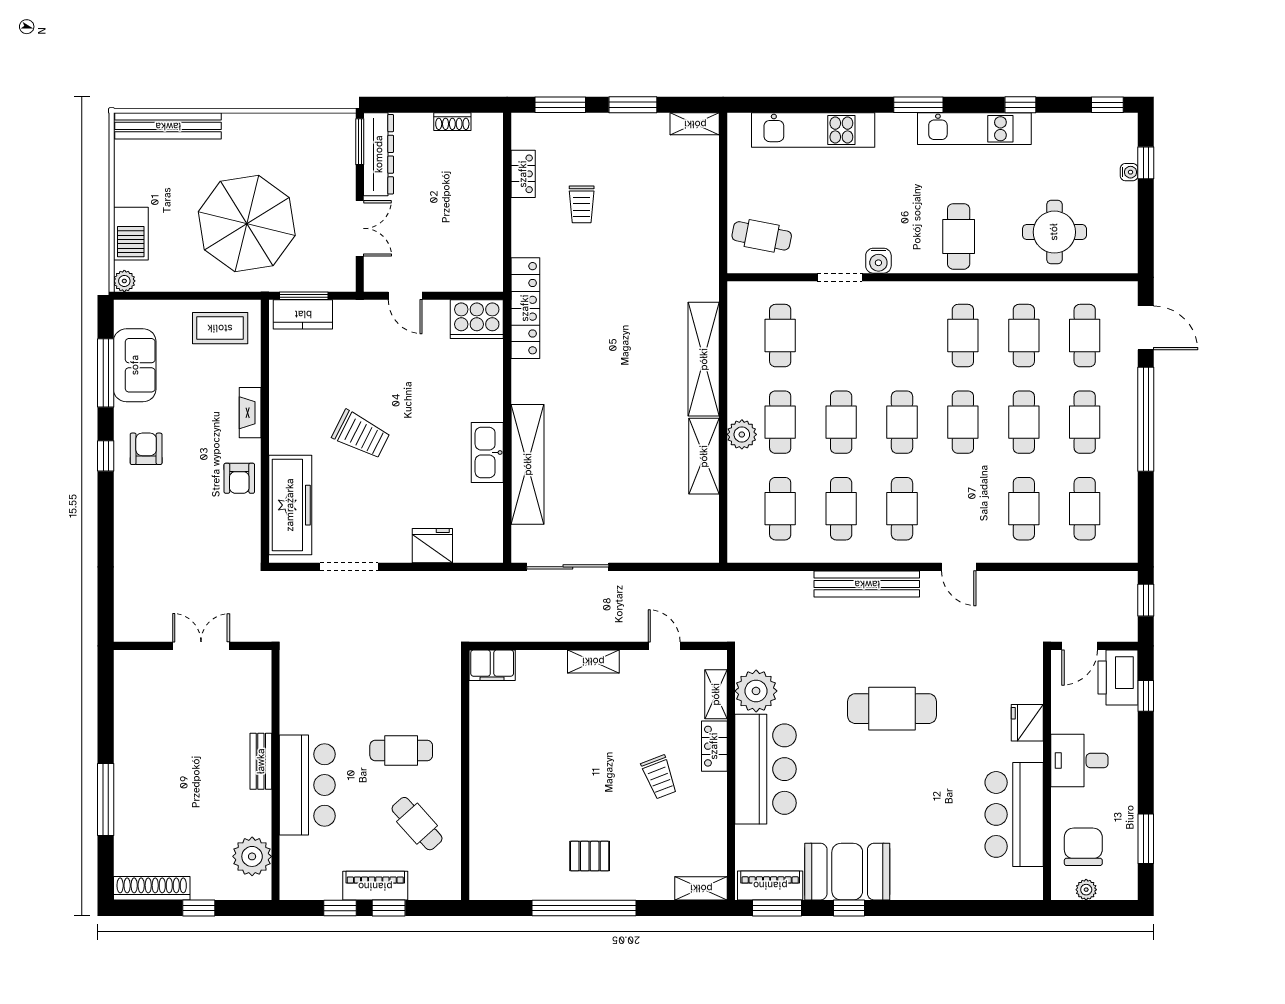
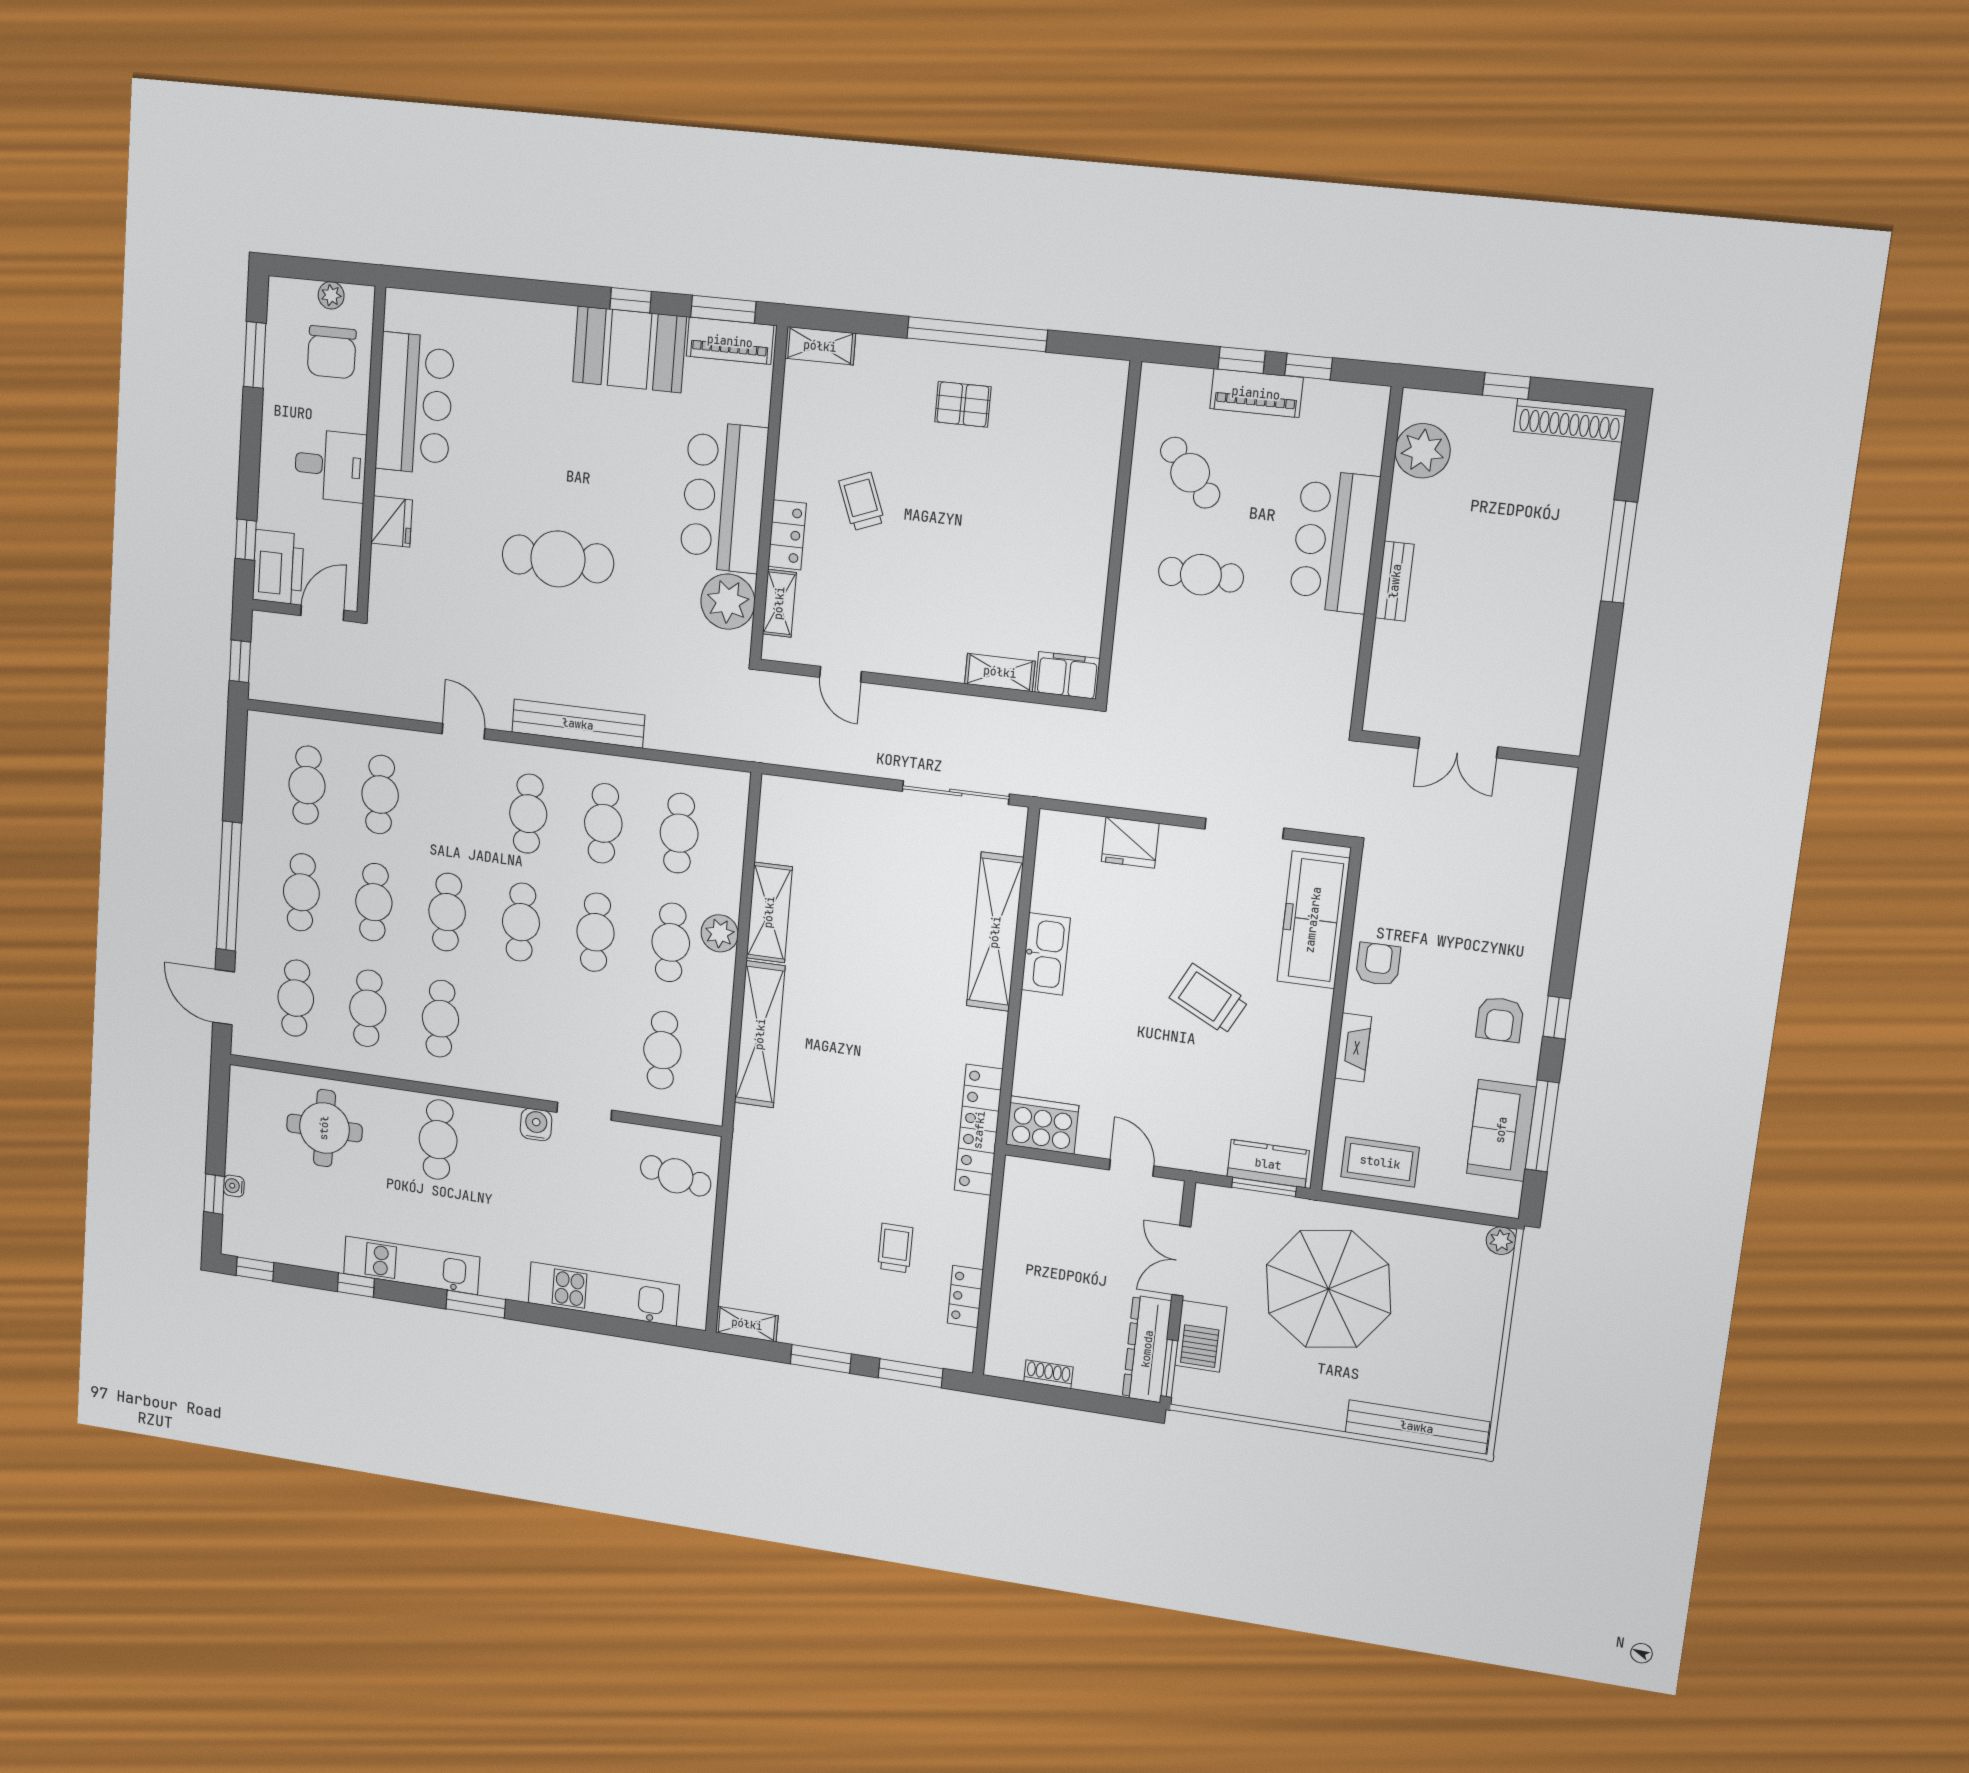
barbecue: (131, 234) -> (1201, 1336), moved, turned 180
shelving: (593, 661) -> (1000, 672), moved

